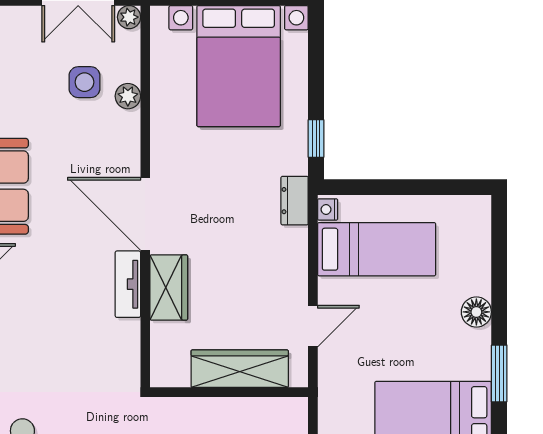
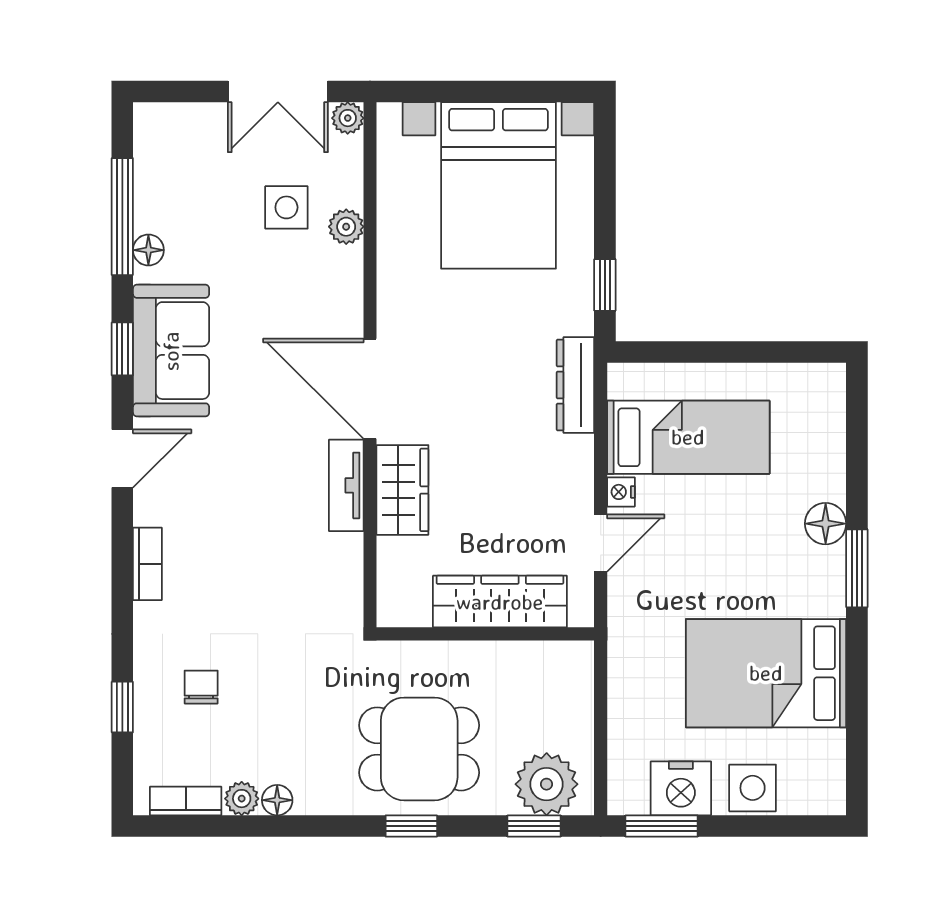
dresser: (295, 201) -> (575, 385), width x1.44
nightstand: (328, 209) -> (621, 492), moved
window: (499, 373) -> (857, 568), moved

